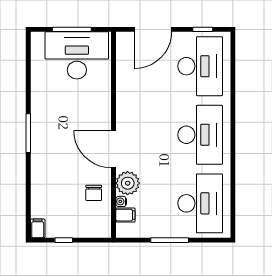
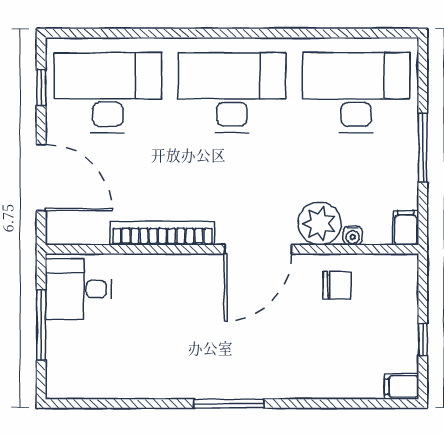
desk: (77, 55) -> (78, 289), width x0.53, depth x0.77
bookcase: (122, 96) -> (162, 233), added
filing cabinet: (125, 215) -> (406, 228), moved

